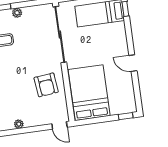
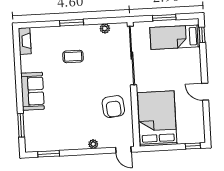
plant: (17, 13) -> (105, 28), moved
plant: (19, 124) -> (93, 144), moved

